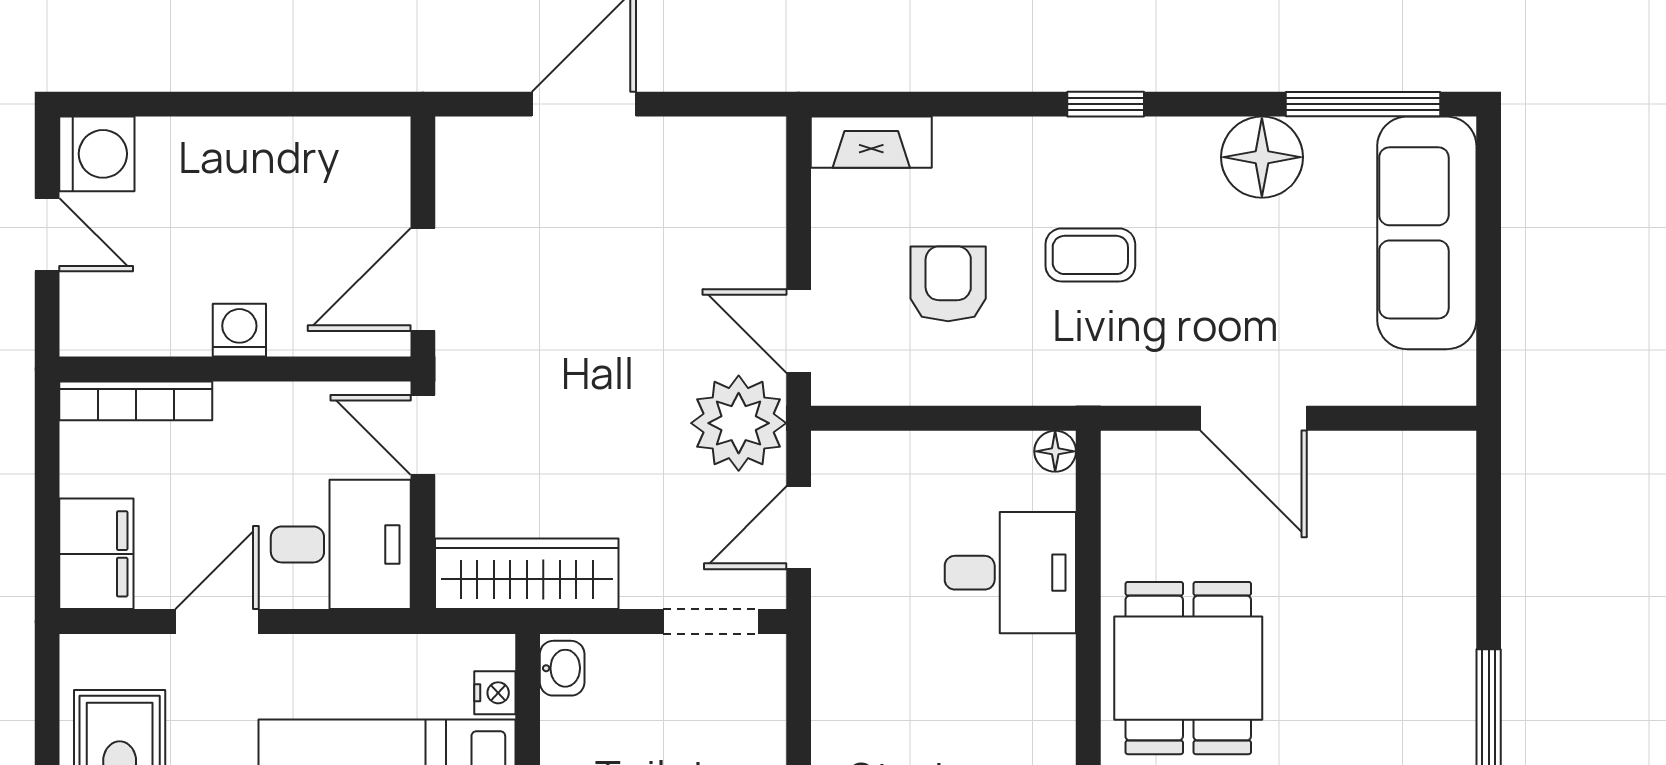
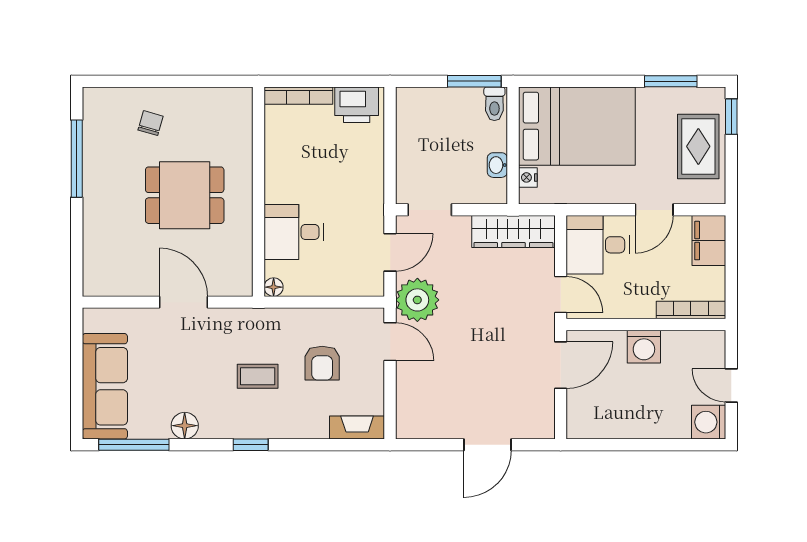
floor lamp: (1262, 157) -> (185, 426), width x0.73, depth x0.73
washing machine: (239, 330) -> (644, 347), width x1.38, depth x1.38
washbasin: (562, 668) -> (497, 165), moved
dining table: (1188, 668) -> (185, 195), moved, turned 90

